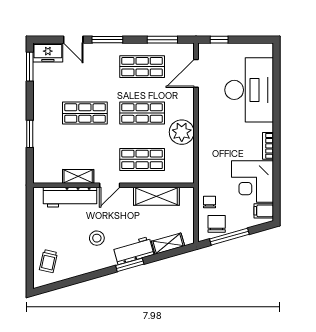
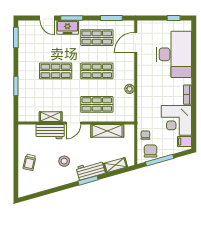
window: (219, 40) -> (174, 18), moved
freezer: (48, 52) -> (68, 27), moved
plant: (182, 132) -> (130, 89), width x0.53, depth x0.53
workbench: (70, 197) -> (50, 132), width x0.73
trolley: (48, 261) -> (30, 162), moved

